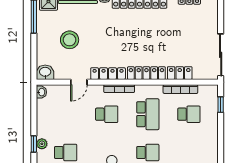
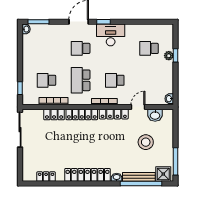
washbasin: (45, 72) -> (155, 115), moved

